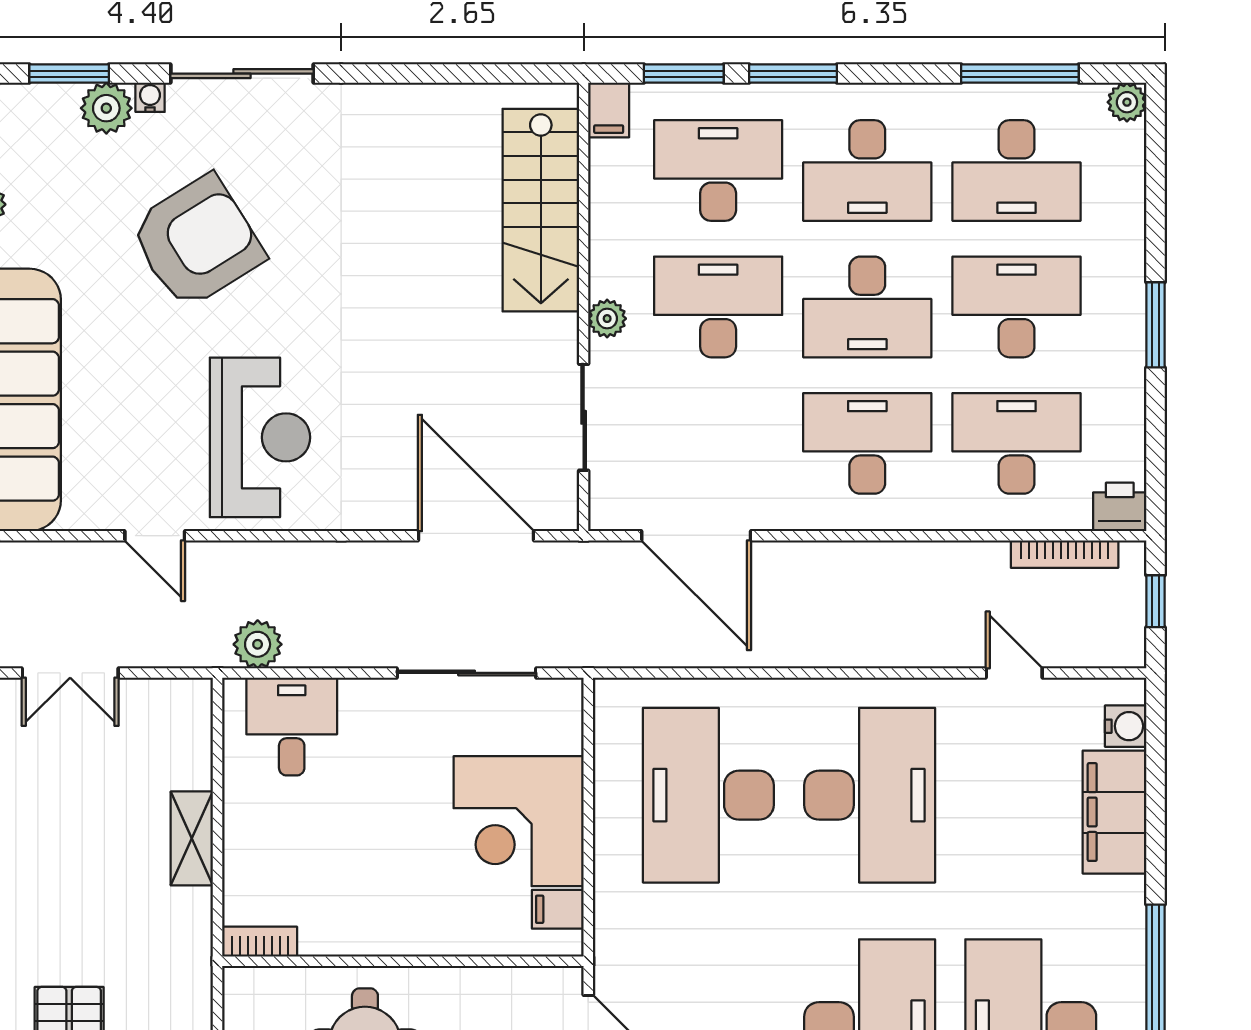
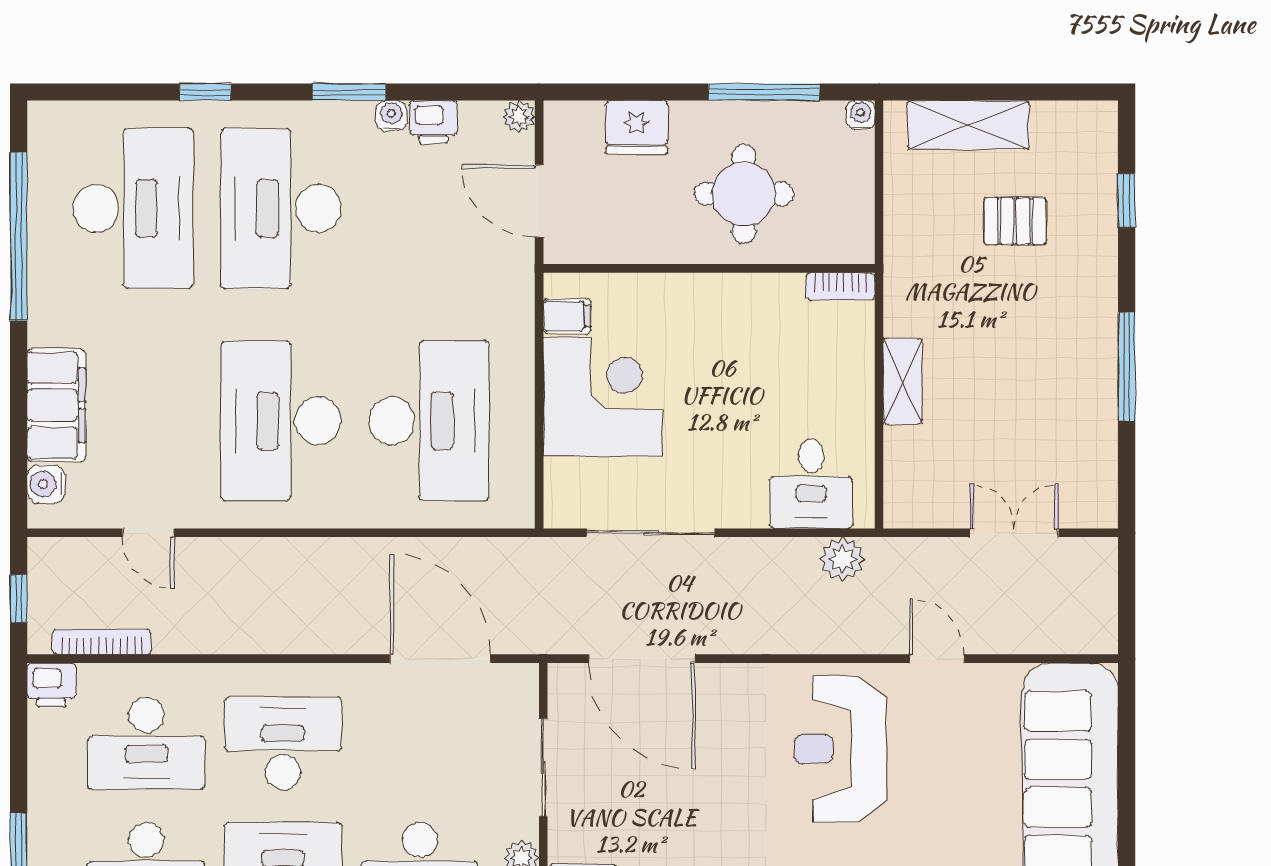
desk: (867, 443) -> (283, 743), turned 180

